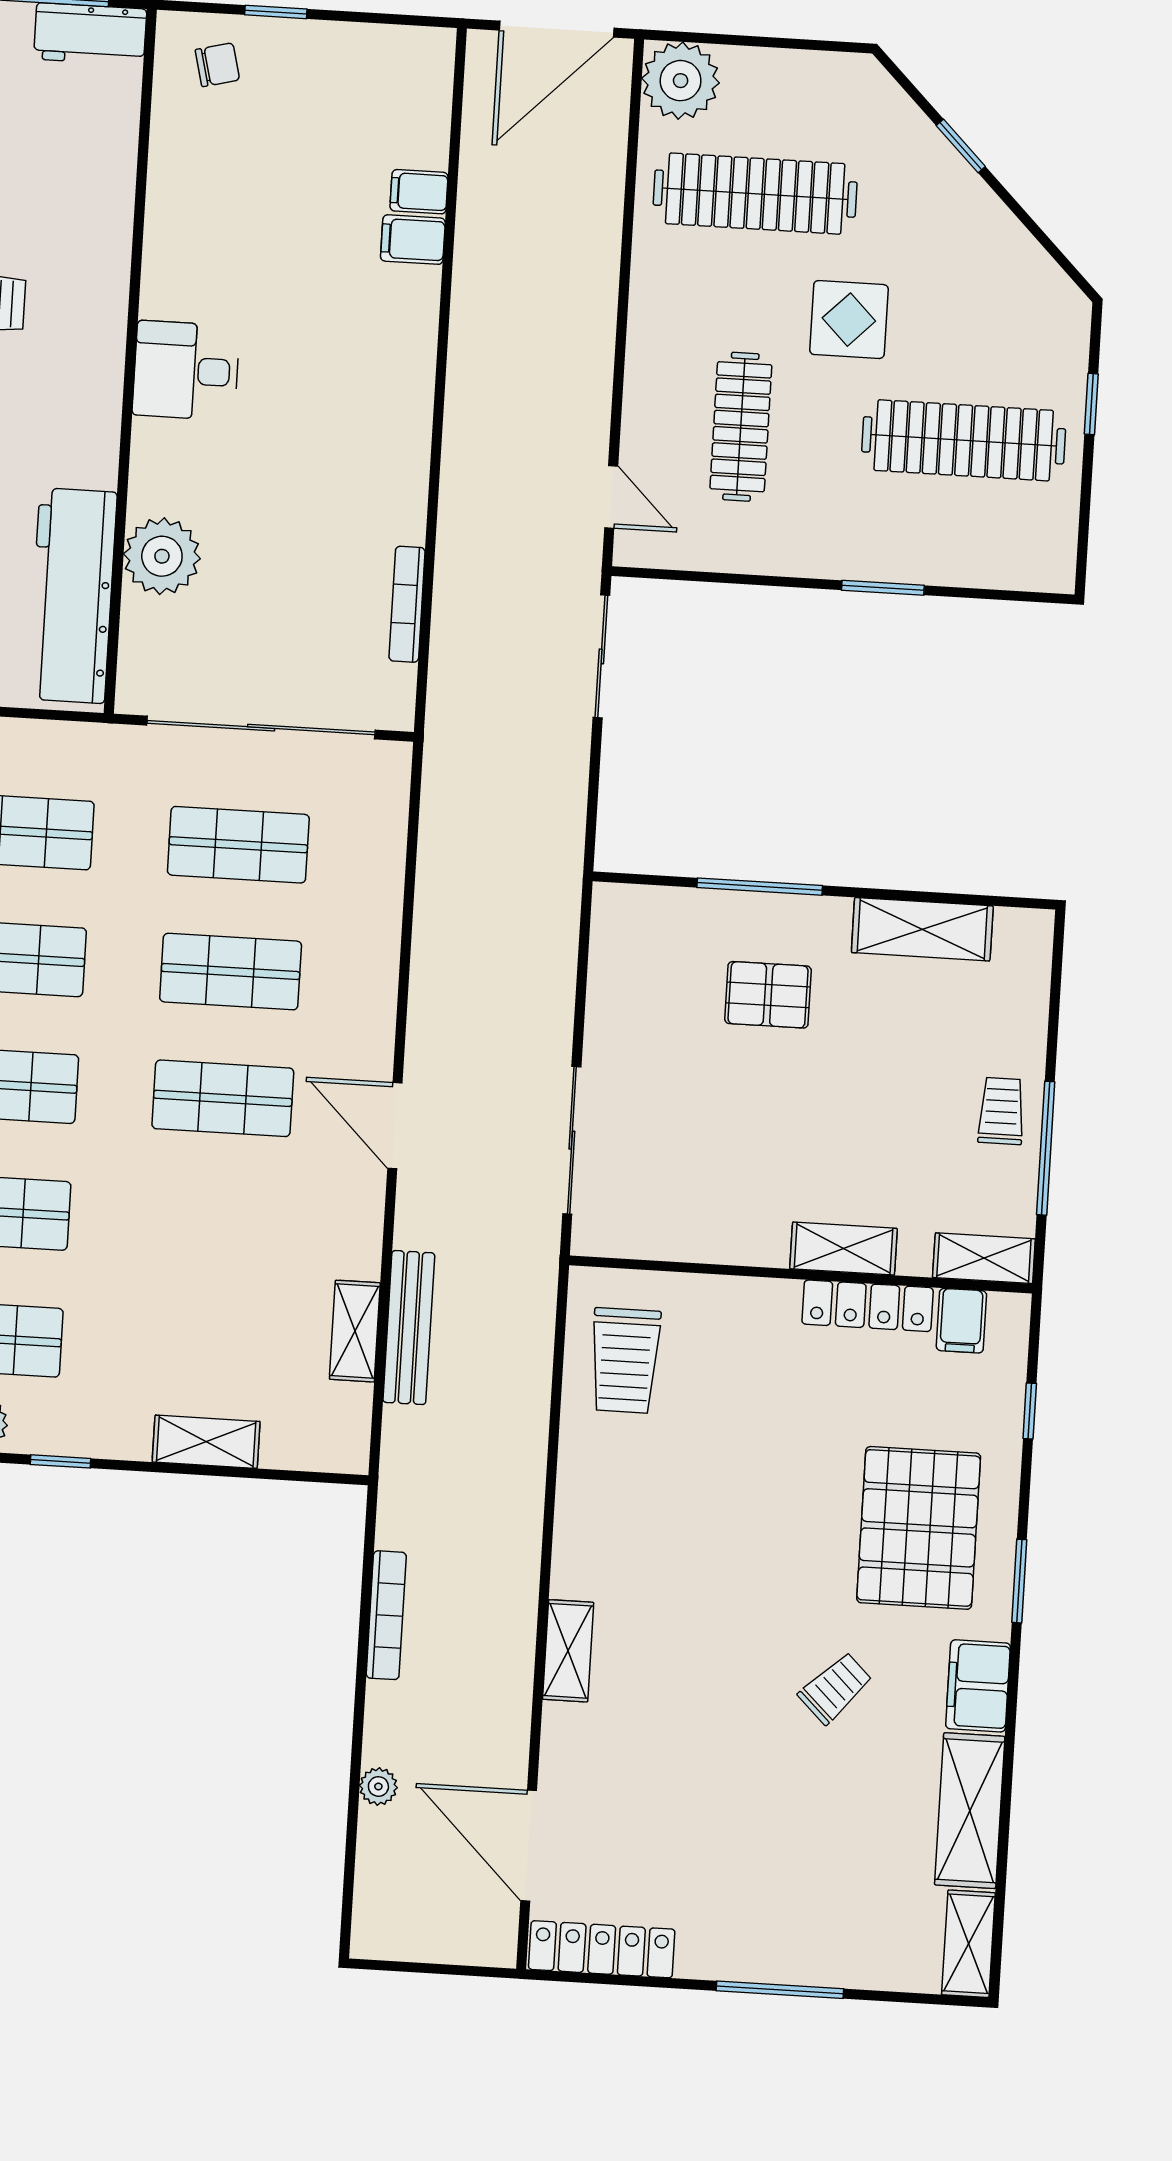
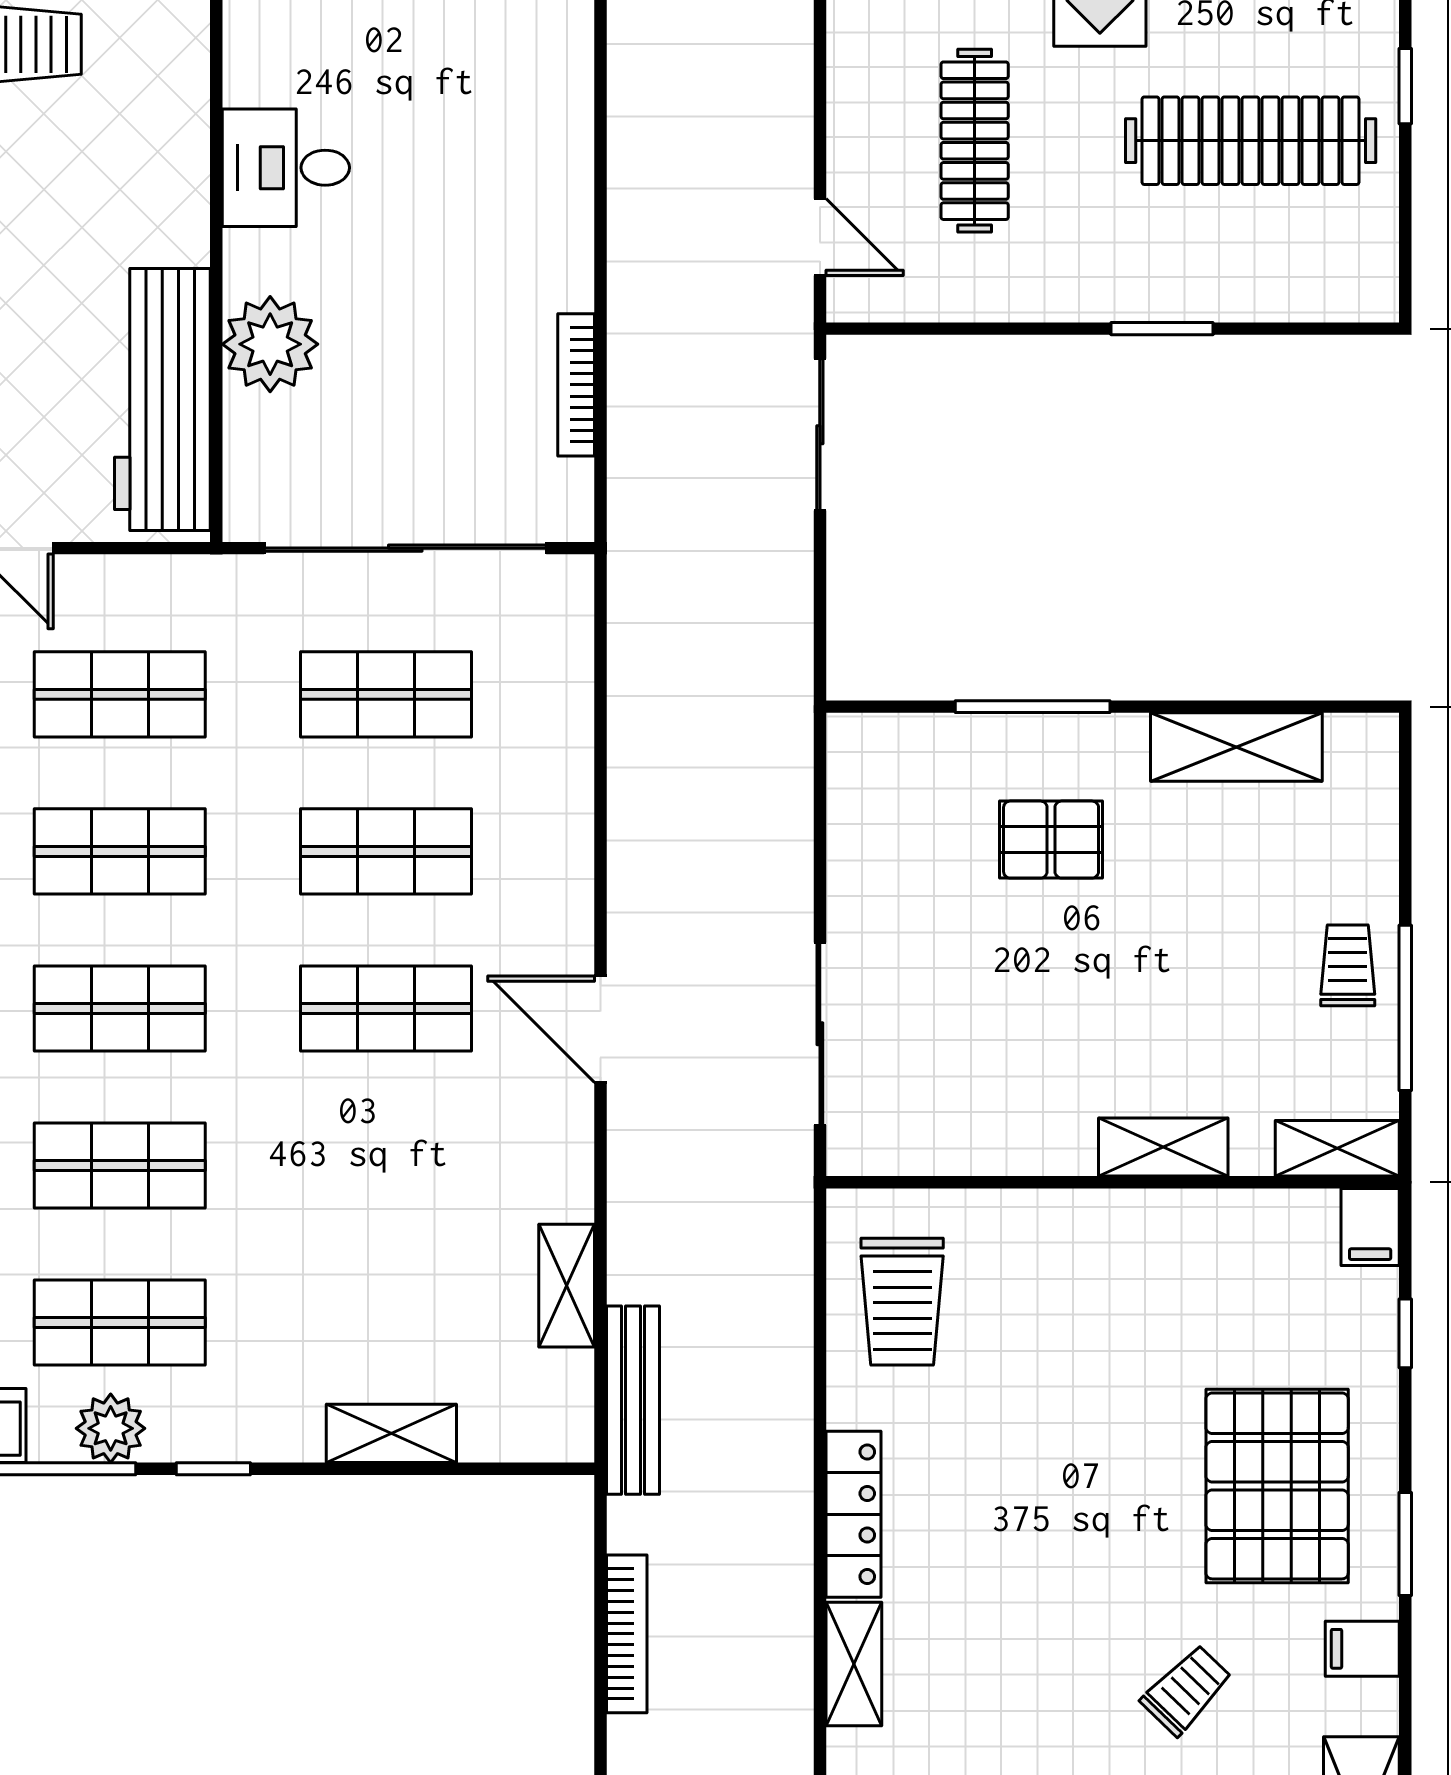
desk: (186, 371) -> (286, 168), moved
locker: (868, 1306) -> (854, 1514), moved, turned -90
filing cabinet: (961, 1321) -> (1370, 1227), moved
bench: (409, 1328) -> (633, 1400), moved
filing cabinet: (978, 1686) -> (1362, 1649), width x0.50

